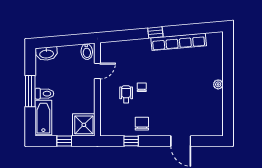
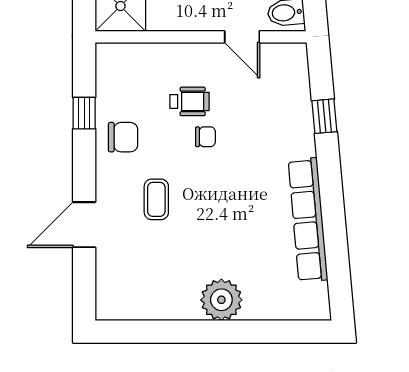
window: (155, 32) -> (324, 116), moved
plant: (218, 84) -> (221, 300), width x1.88, depth x1.88
coffee table: (169, 109) -> (156, 199), added

